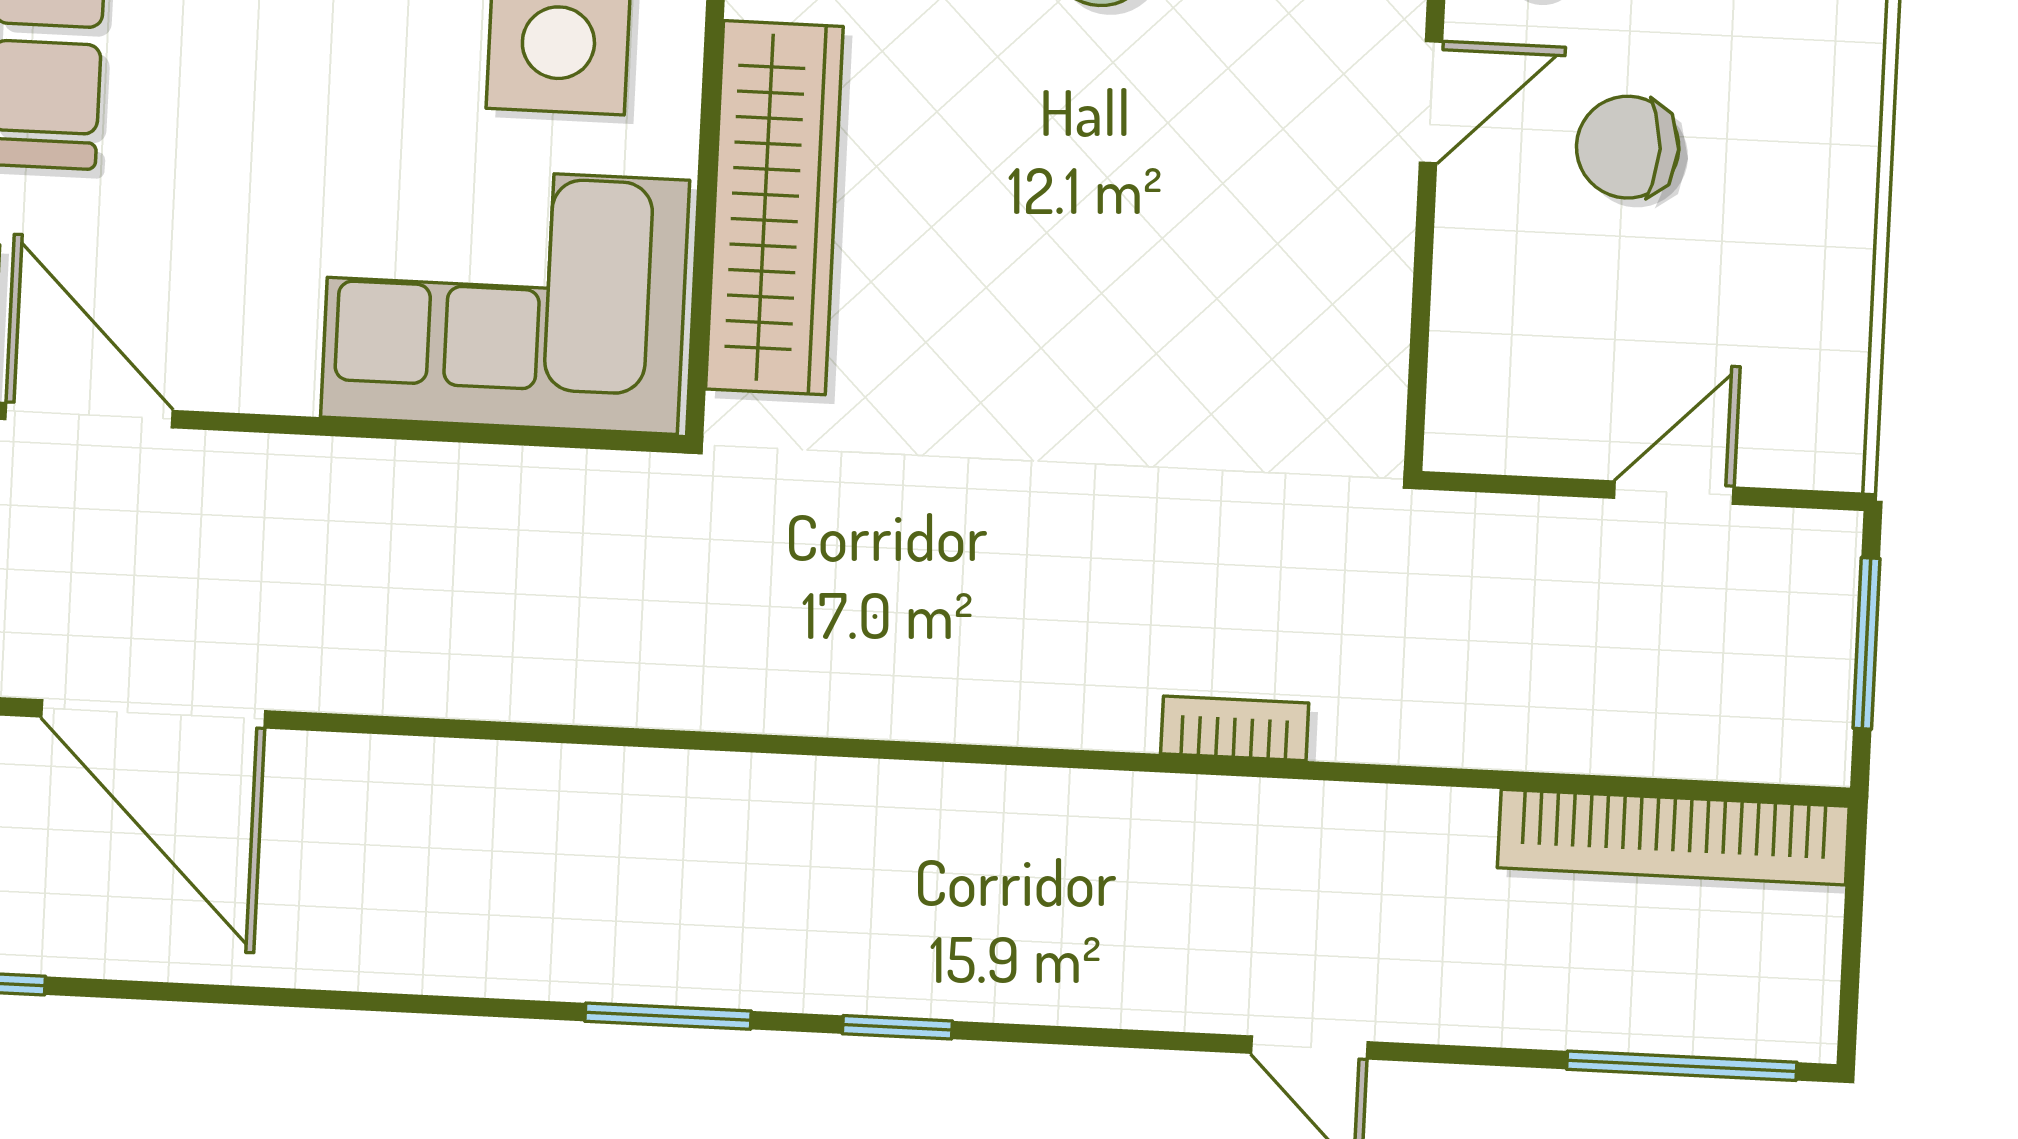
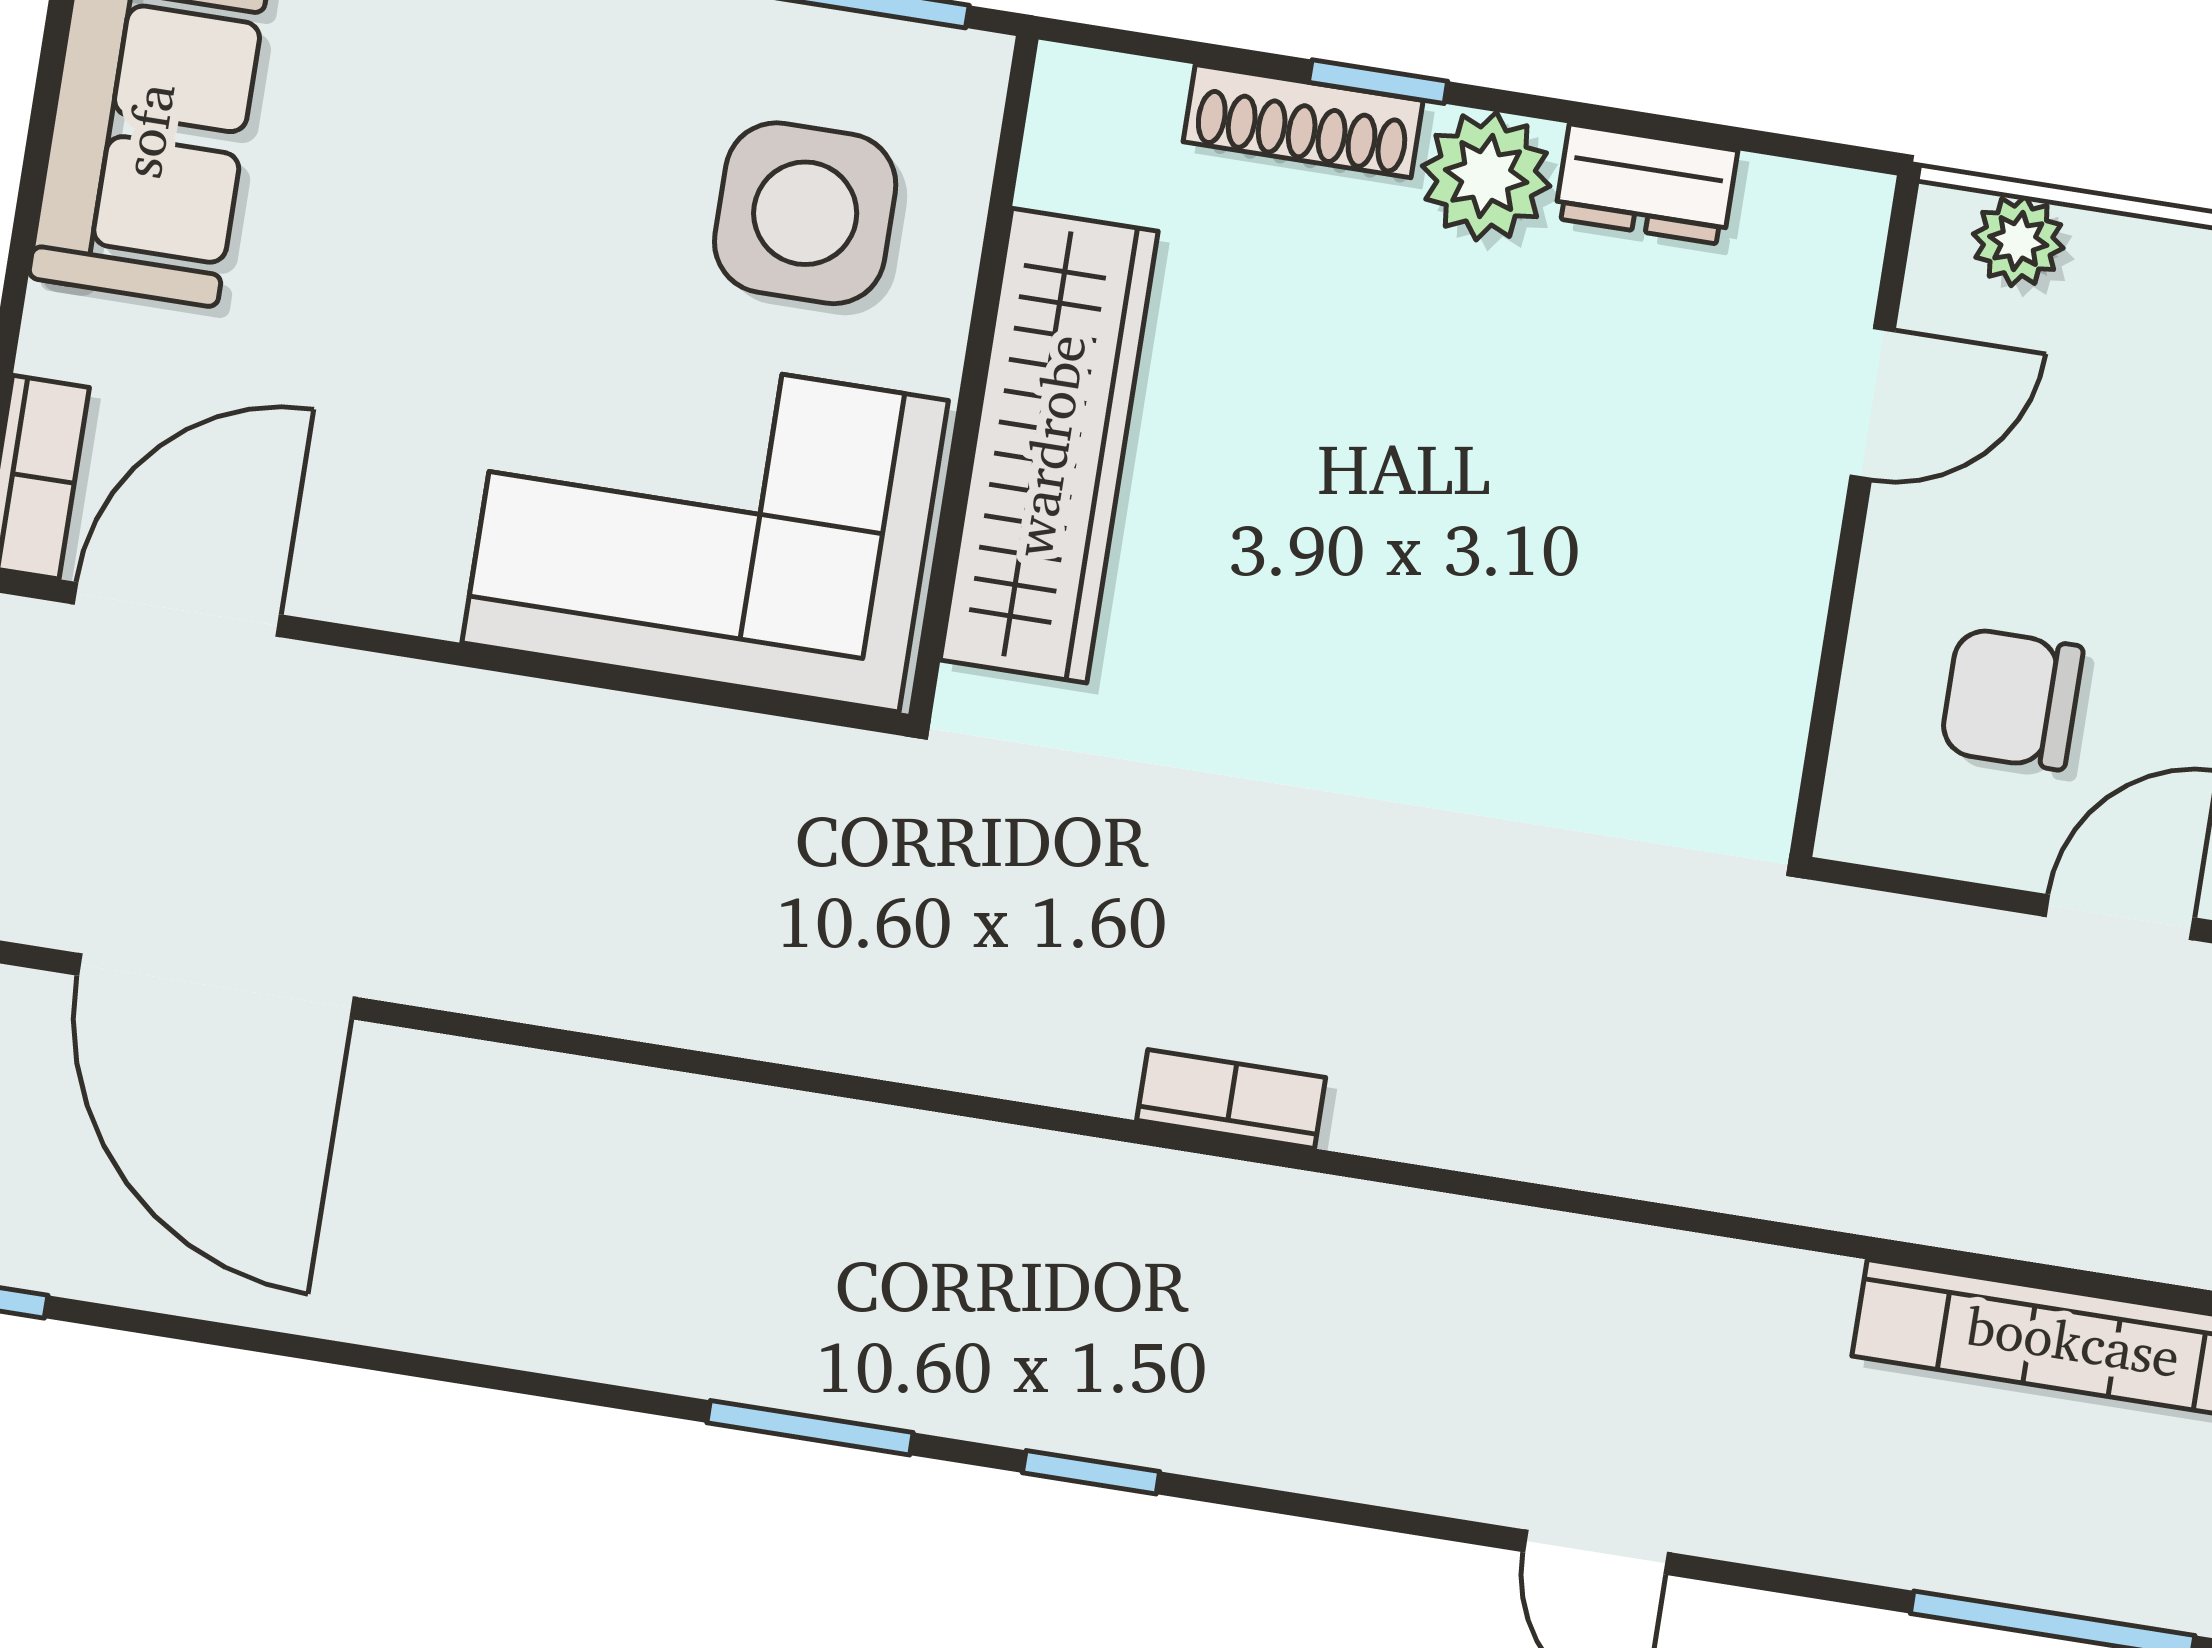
chair: (1628, 147) -> (2012, 699), moved
door: (89, 415) -> (177, 609), hinge flipped
bookcase: (1235, 728) -> (1231, 1099), moved

